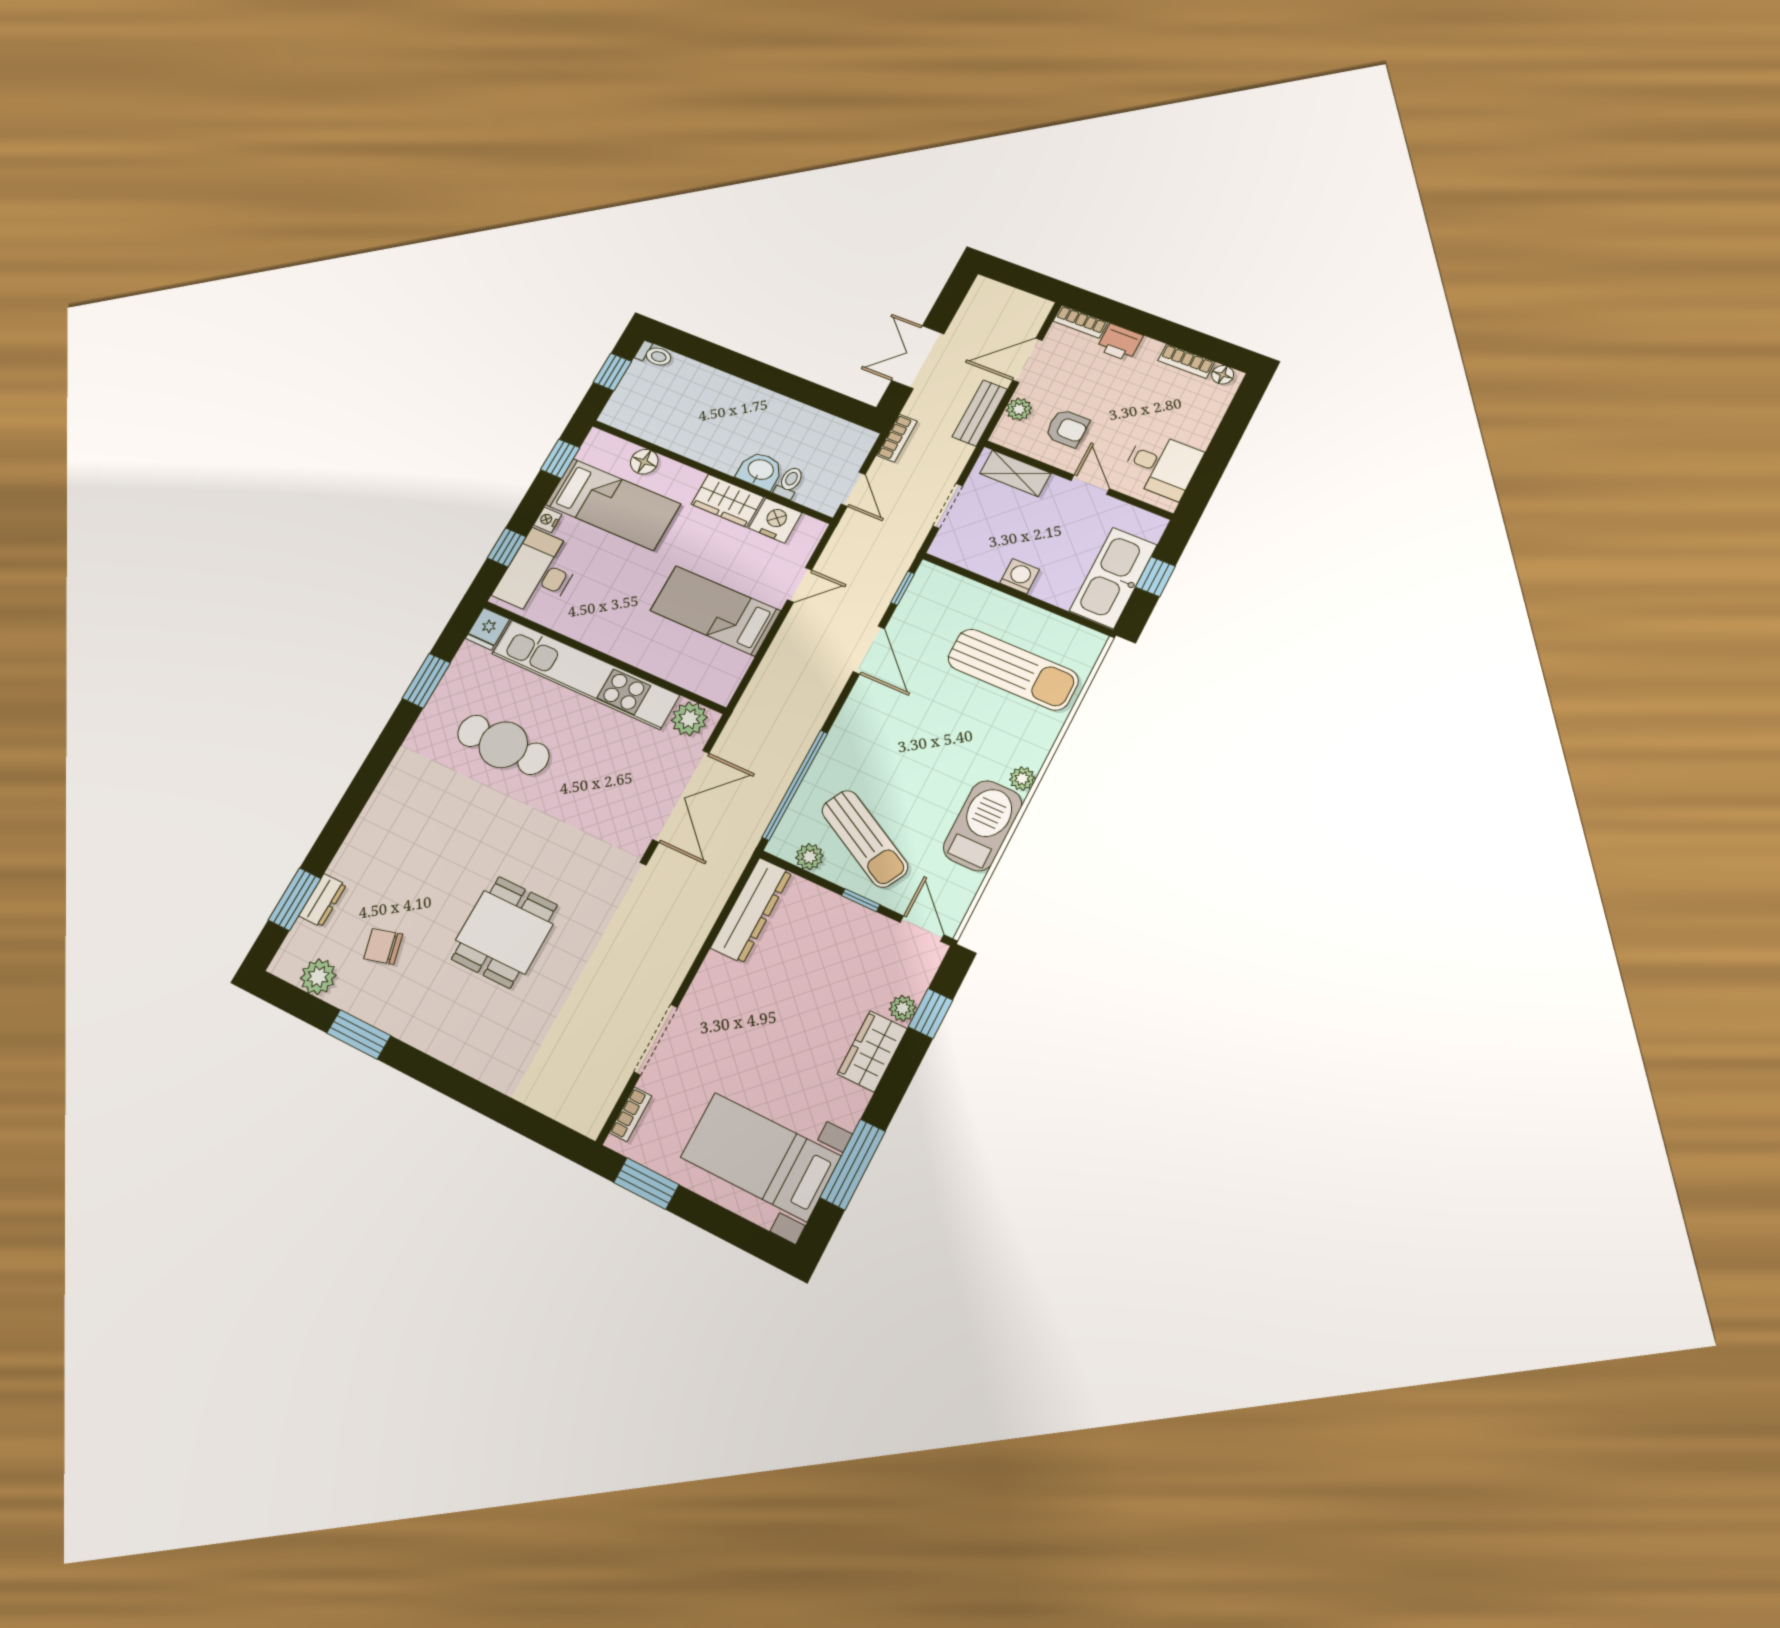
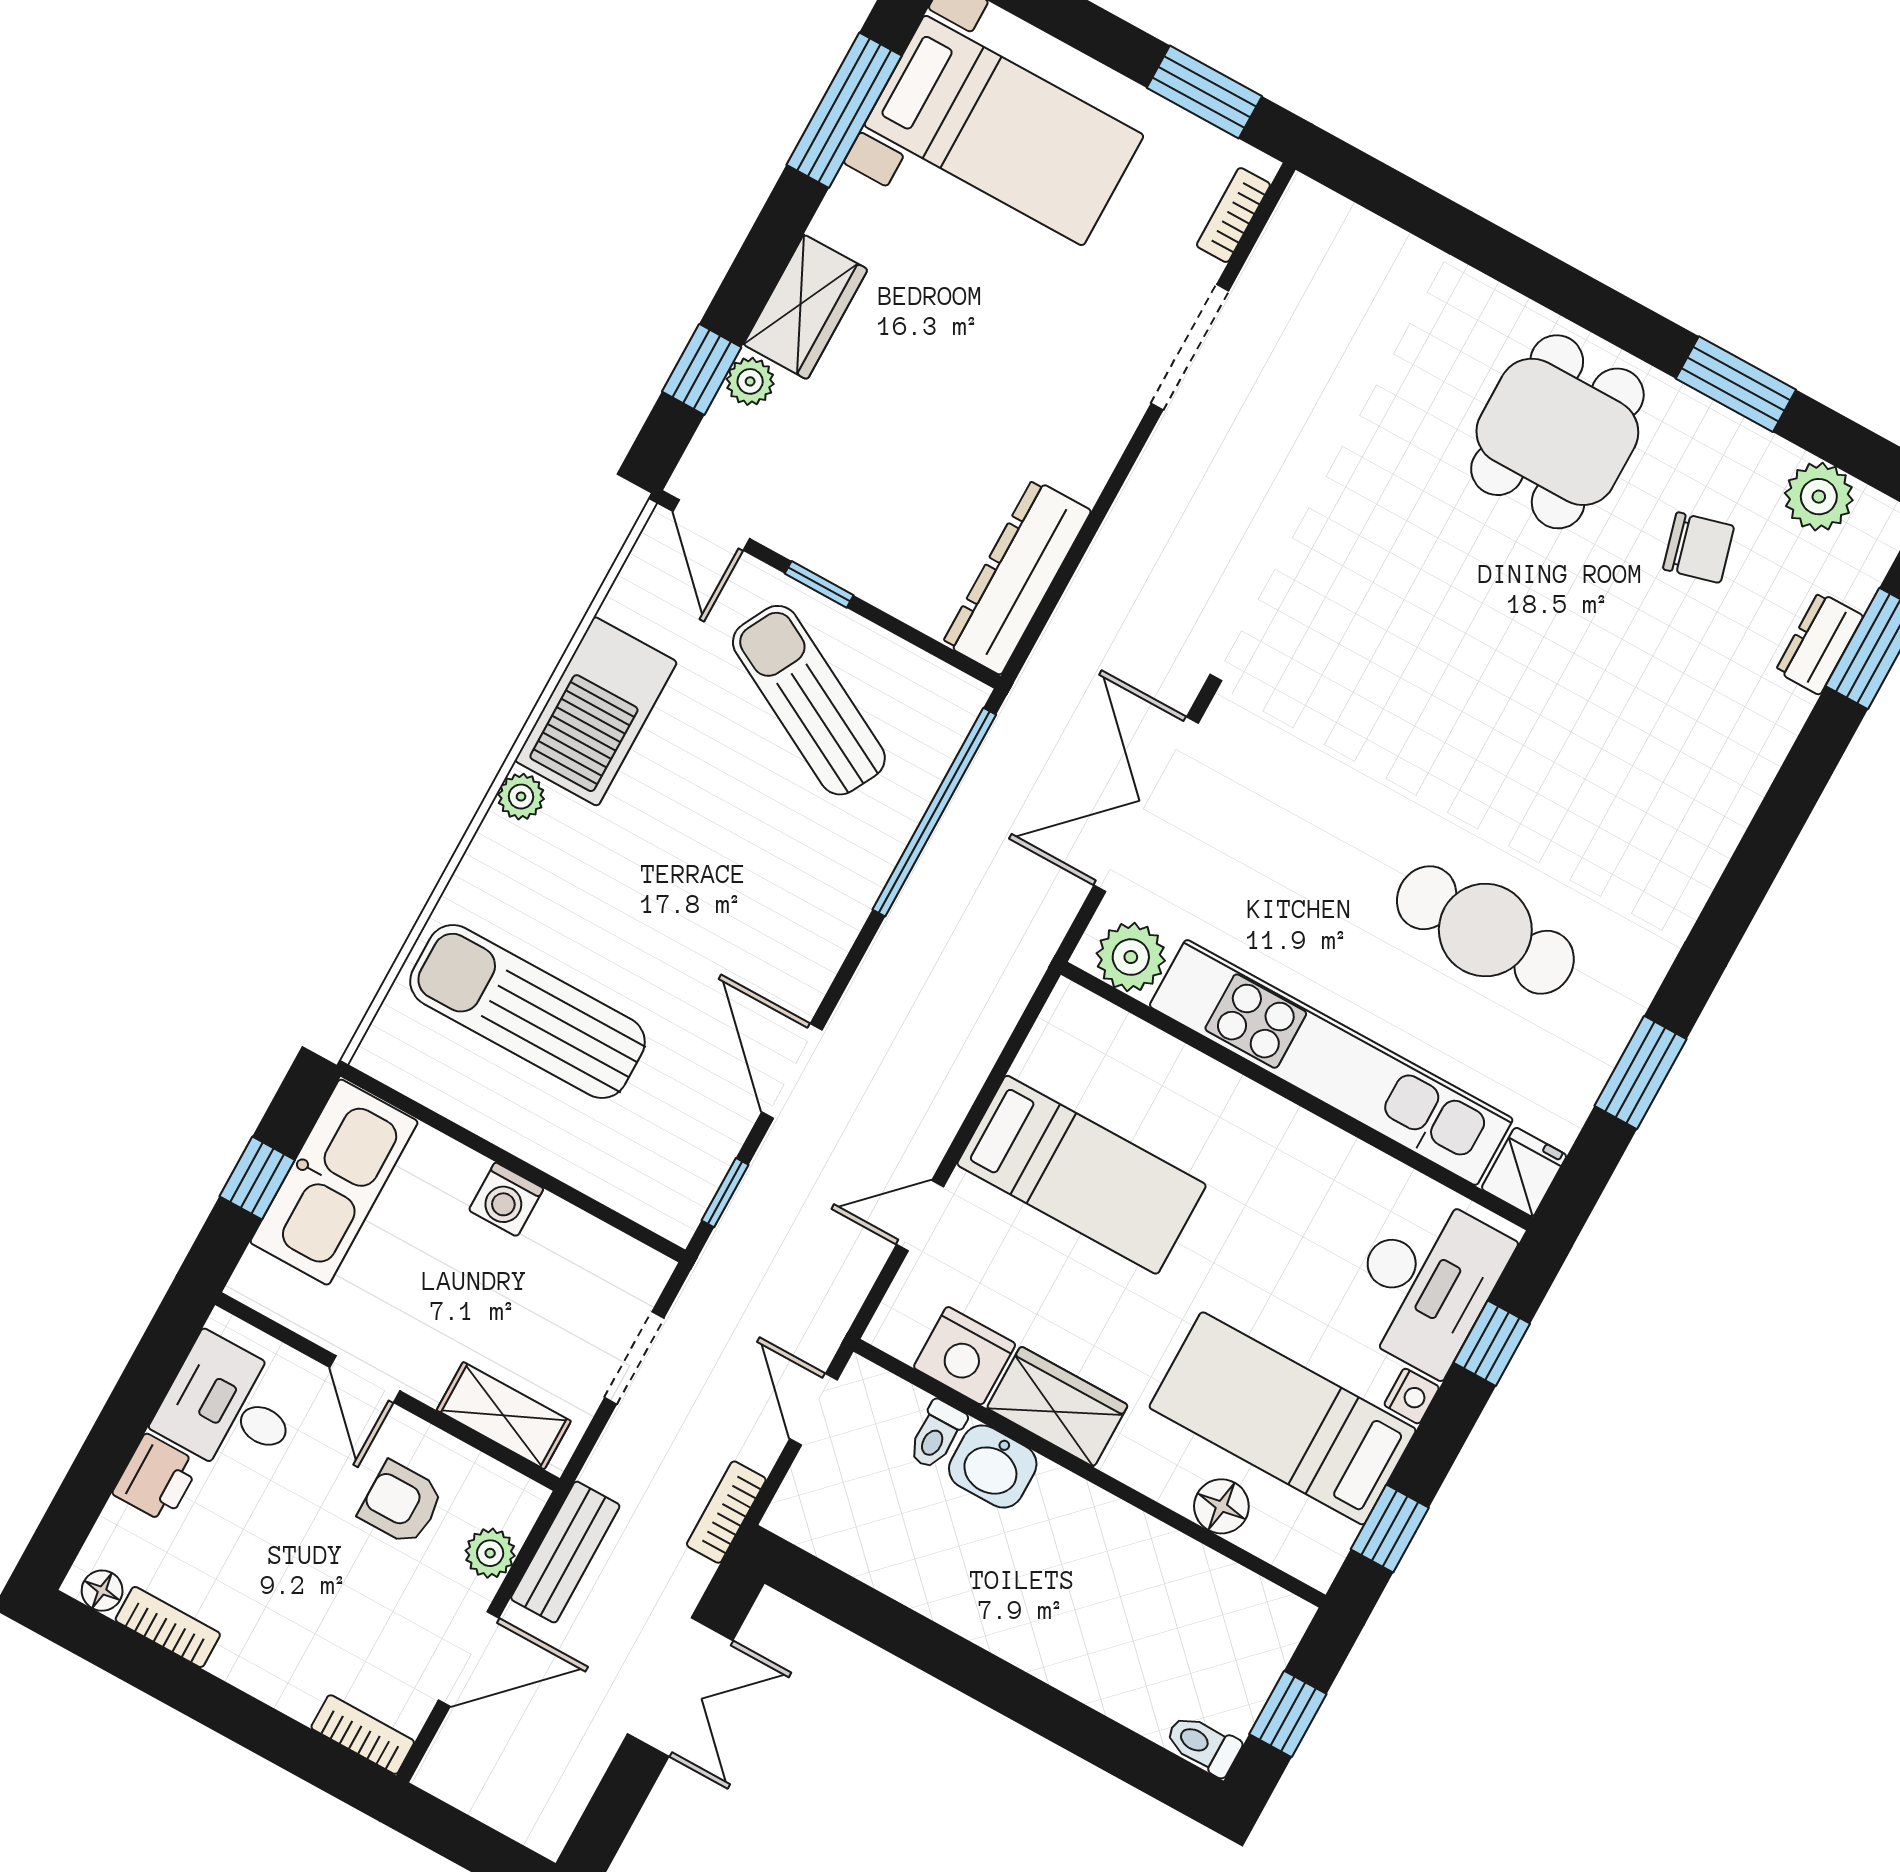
printer: (1120, 342) -> (156, 1478), moved, turned 90
plant: (809, 857) -> (910, 672), removed
dining table: (504, 932) -> (1557, 432), moved

